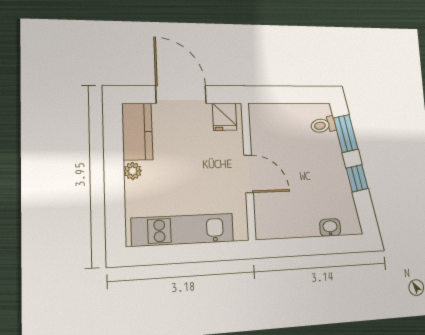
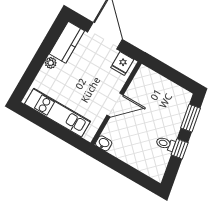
toilet: (323, 125) -> (166, 144), moved
door: (249, 174) -> (115, 105), hinge flipped
washbasin: (330, 228) -> (104, 143), moved

